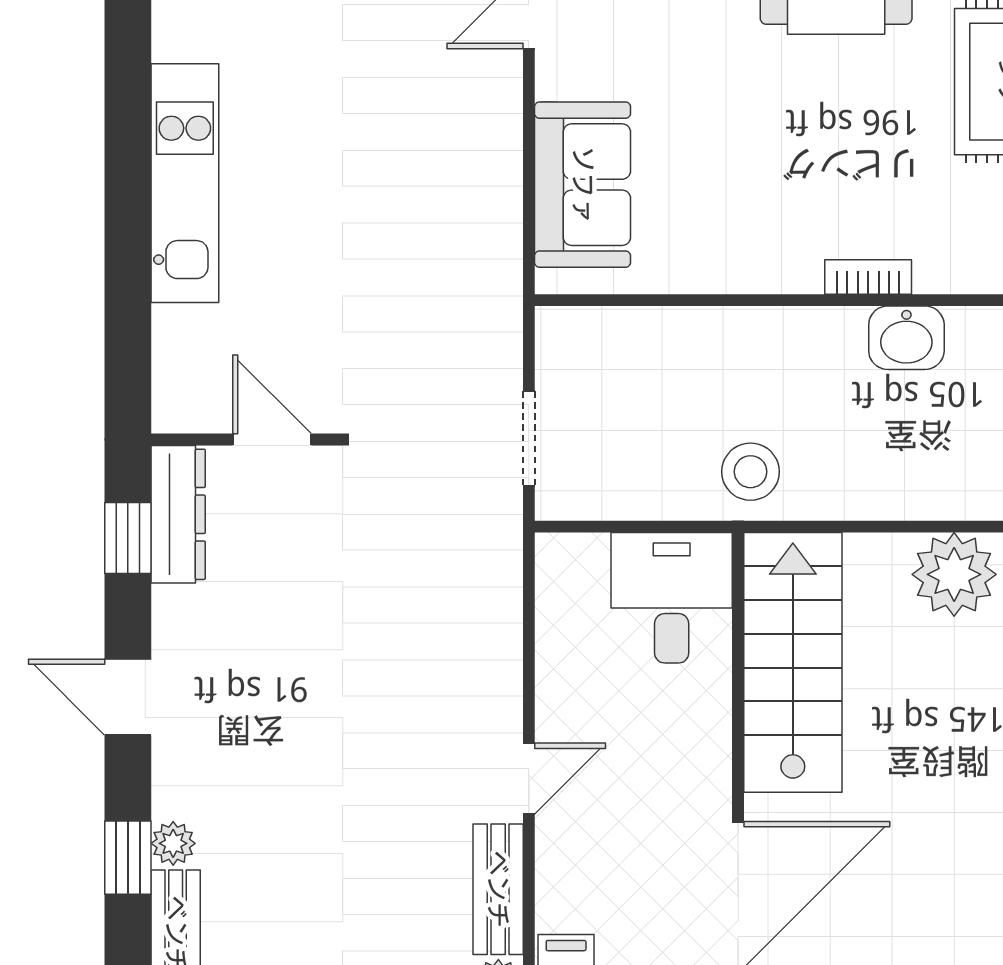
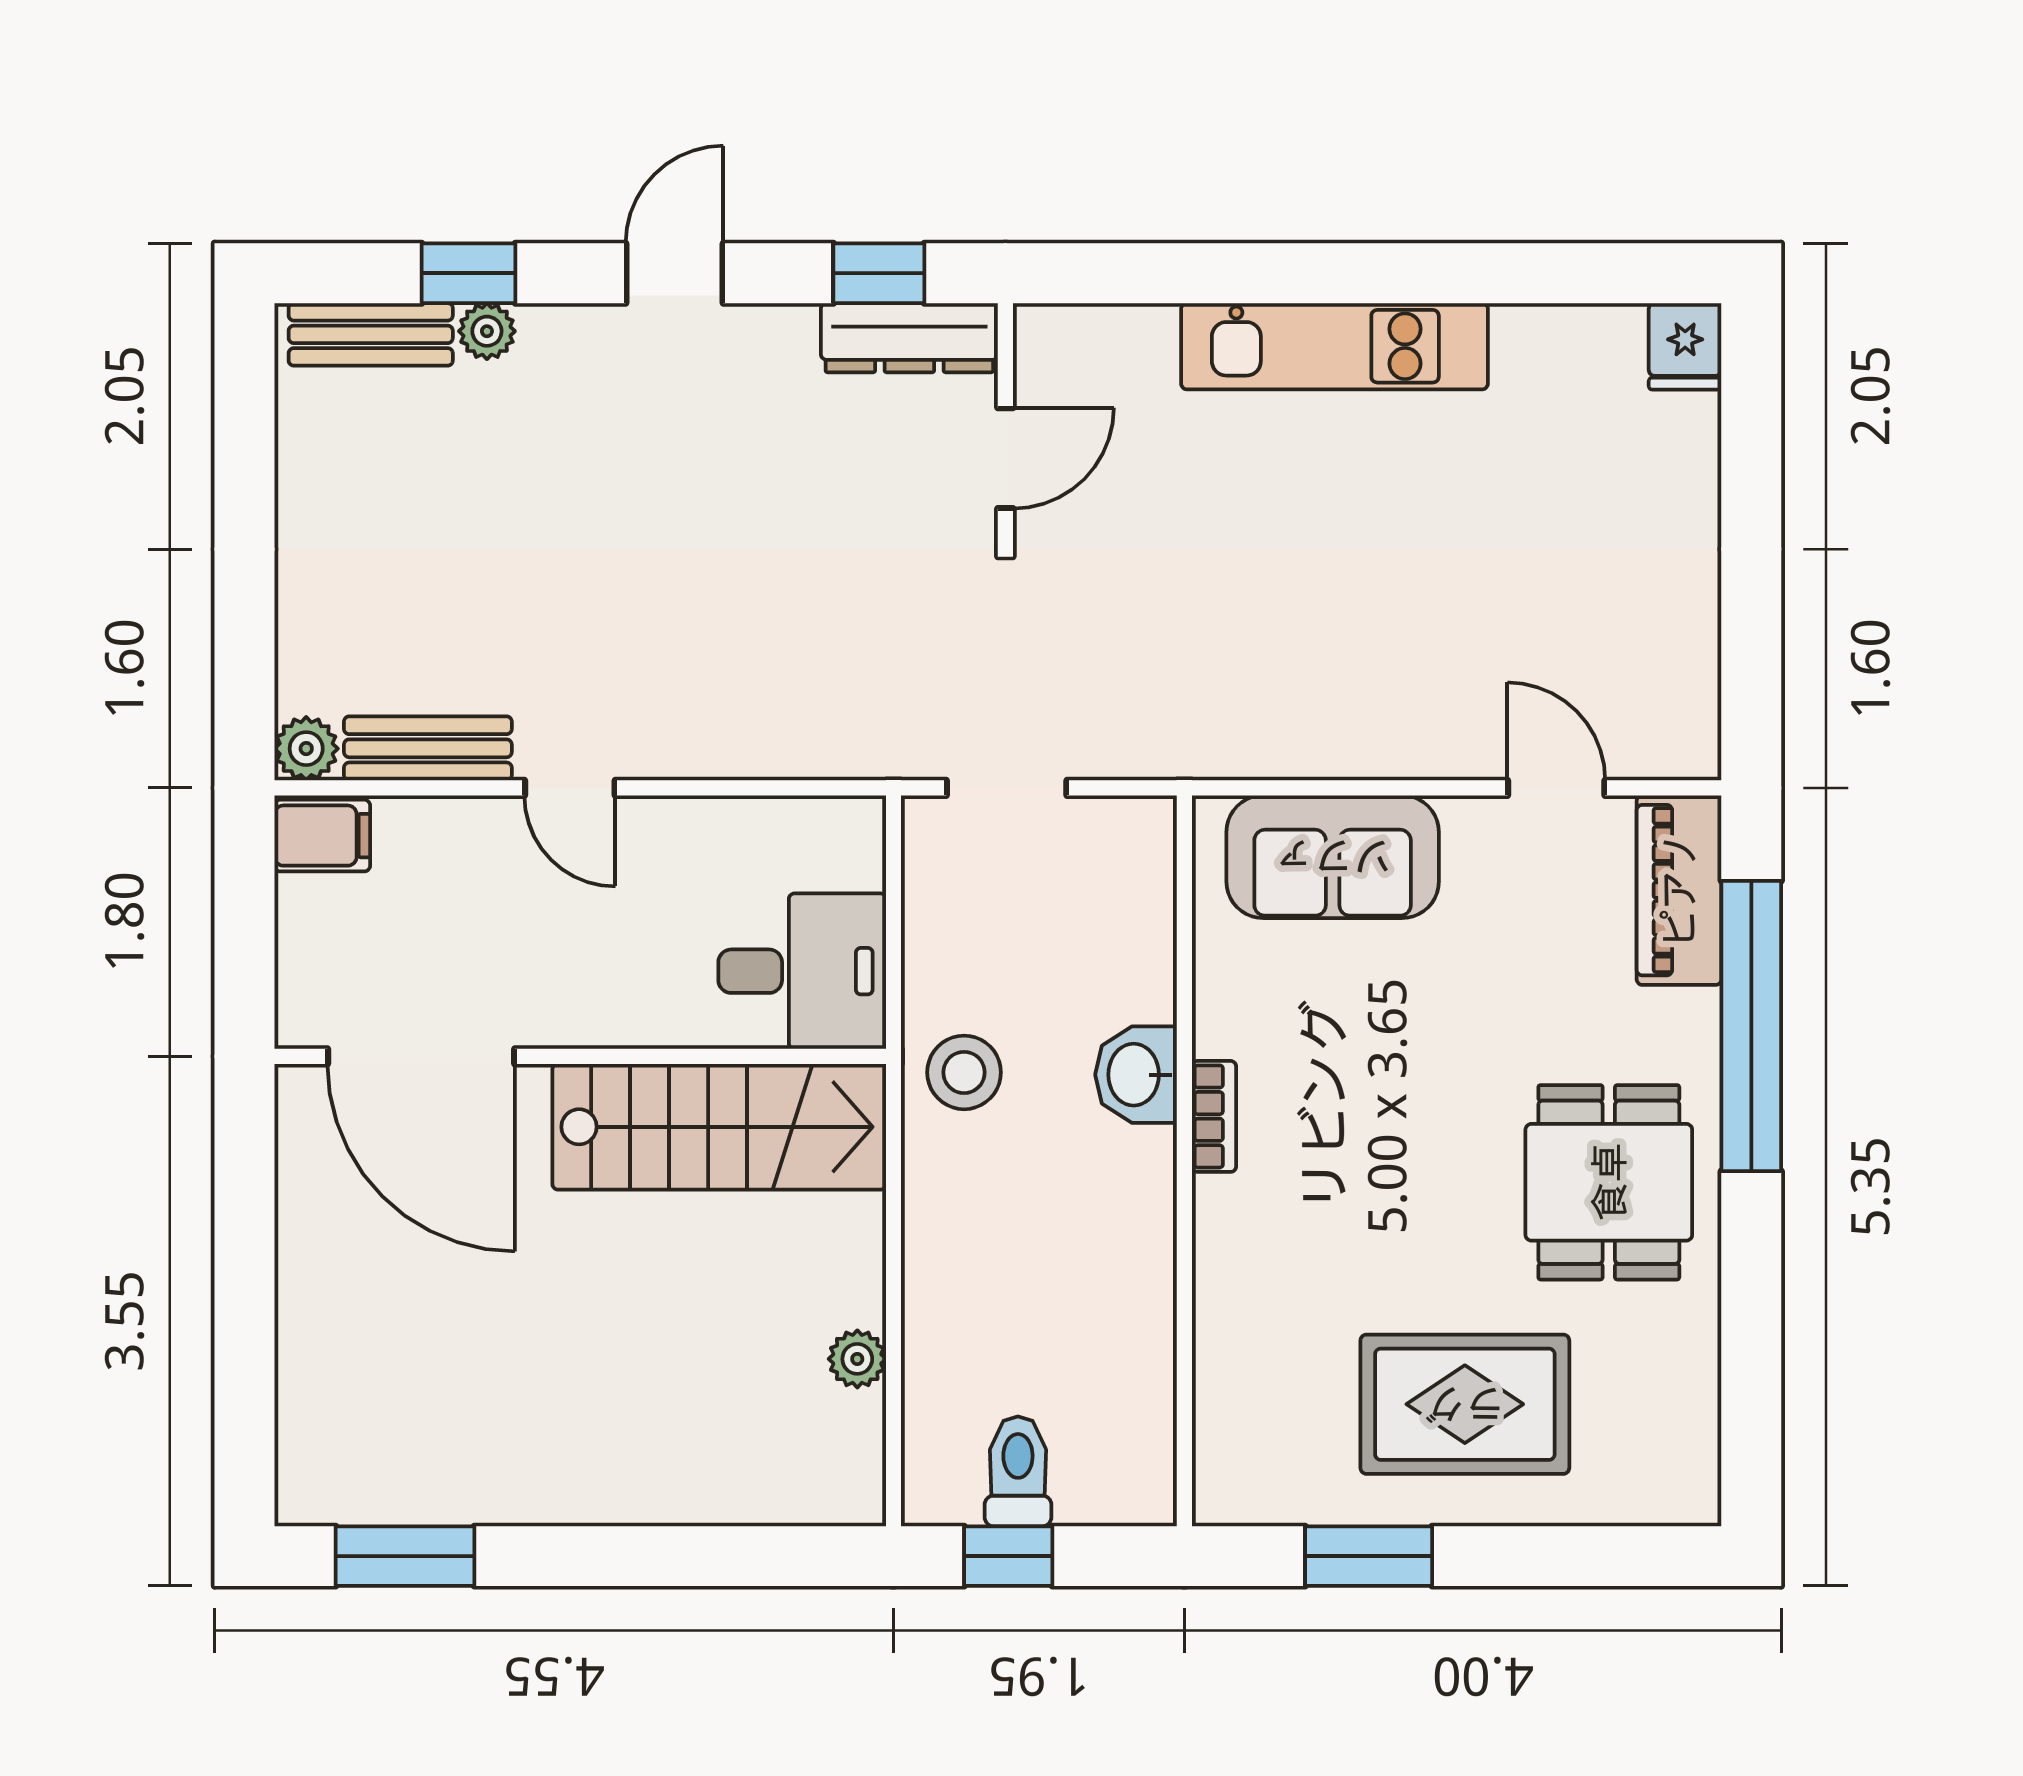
bookcase: (868, 277) -> (1214, 1116), moved
washbasin: (906, 338) -> (1136, 1075), moved
plant: (954, 574) -> (857, 1359), width x0.53, depth x0.53

